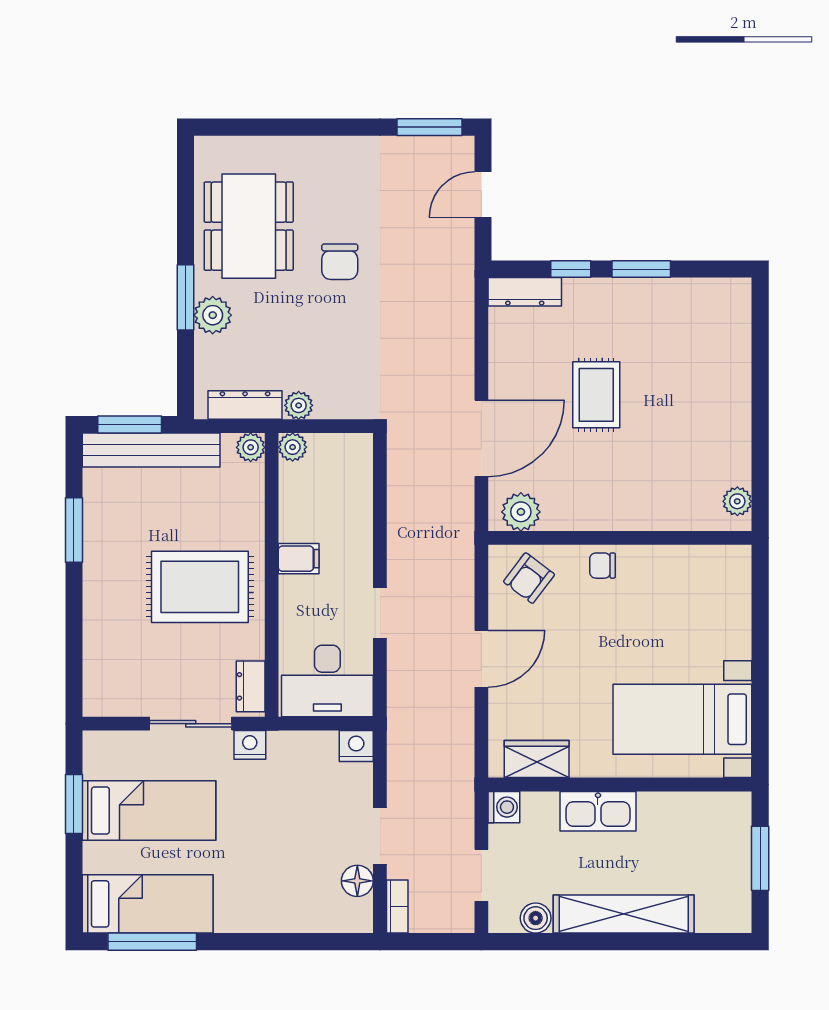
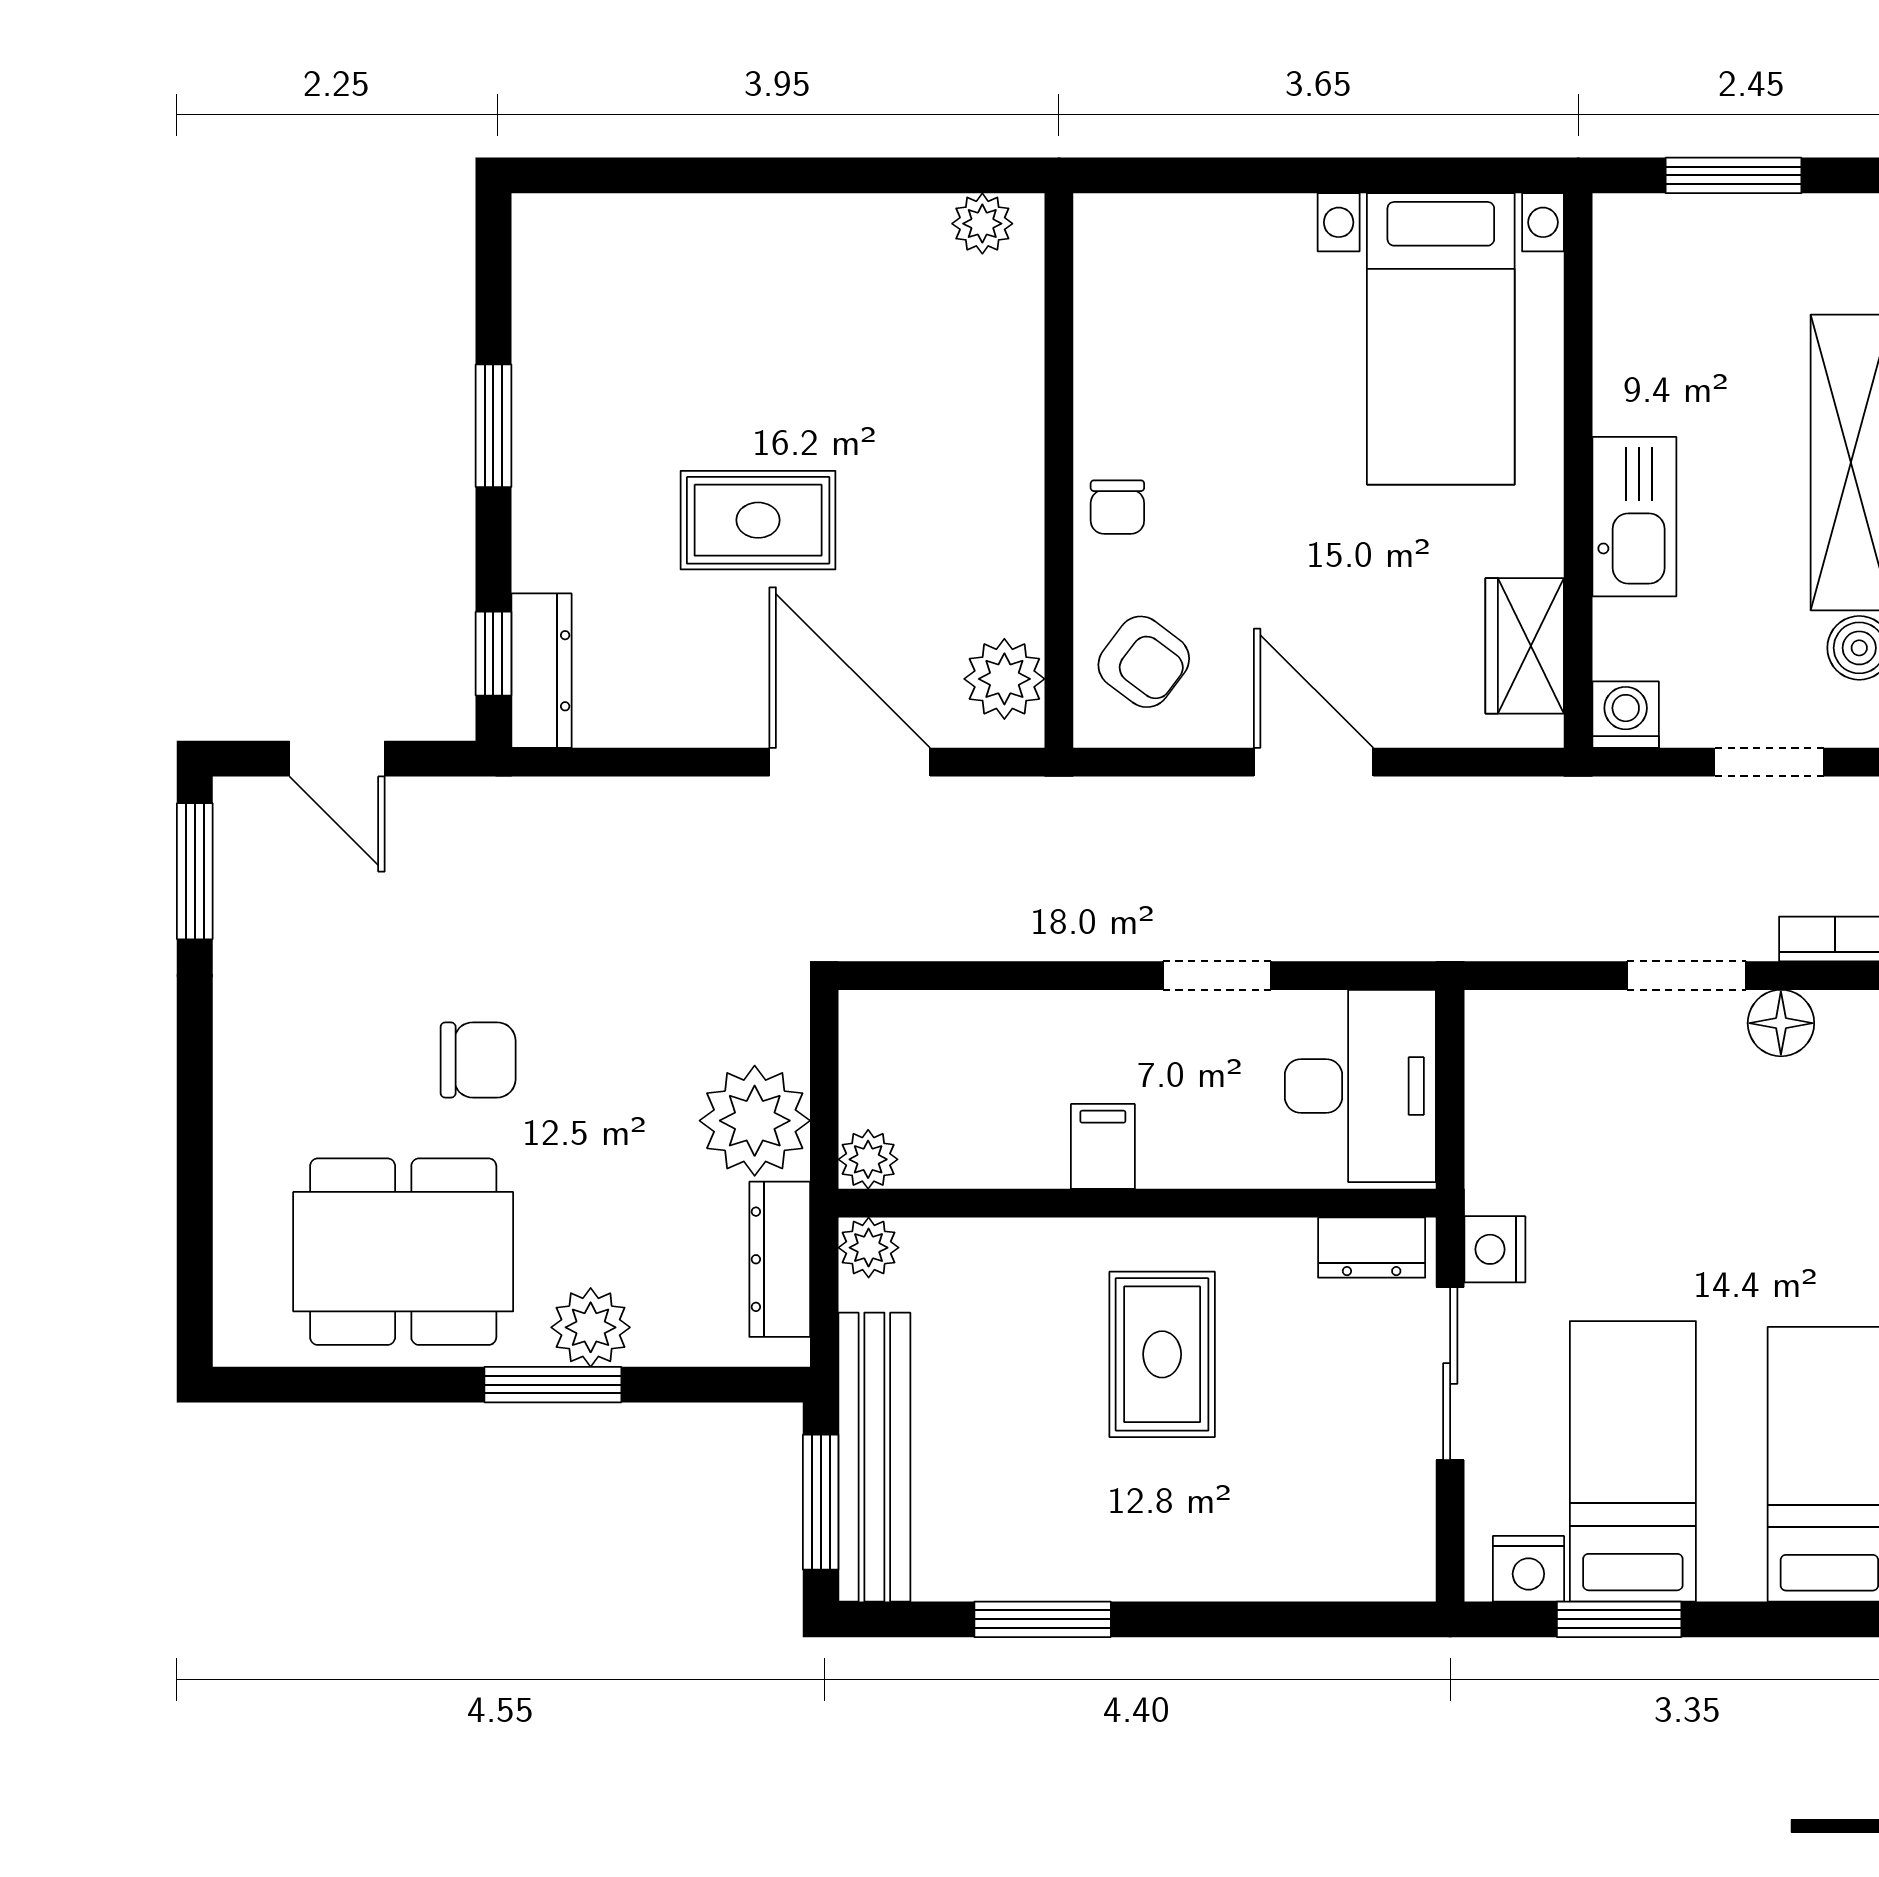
window: (571, 269) -> (493, 654), moved
plant: (299, 405) -> (755, 1121), width x1.87, depth x1.87
rug: (200, 587) -> (1162, 1354), width x0.73, depth x0.70
nightstand: (356, 746) -> (1528, 1569), moved, turned -90

